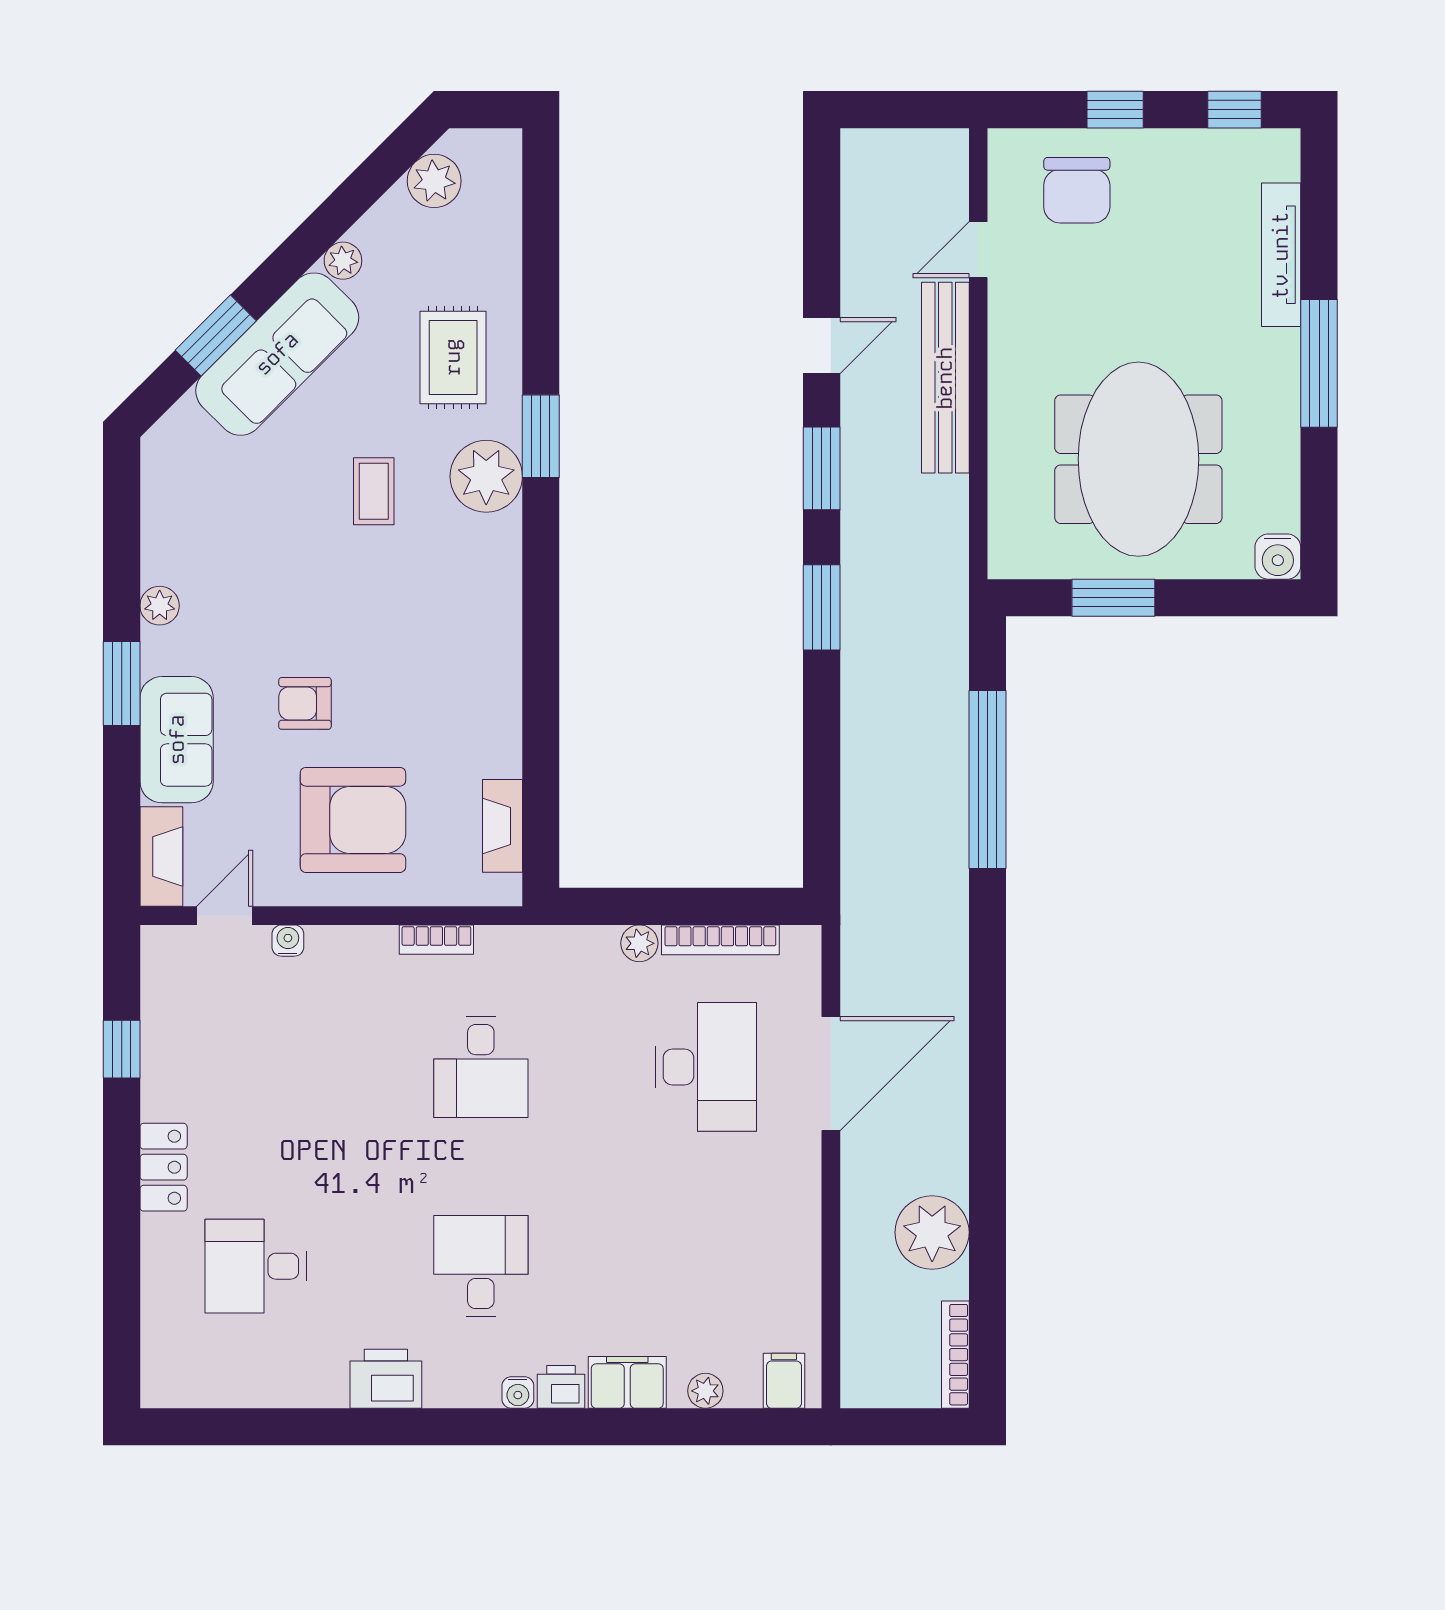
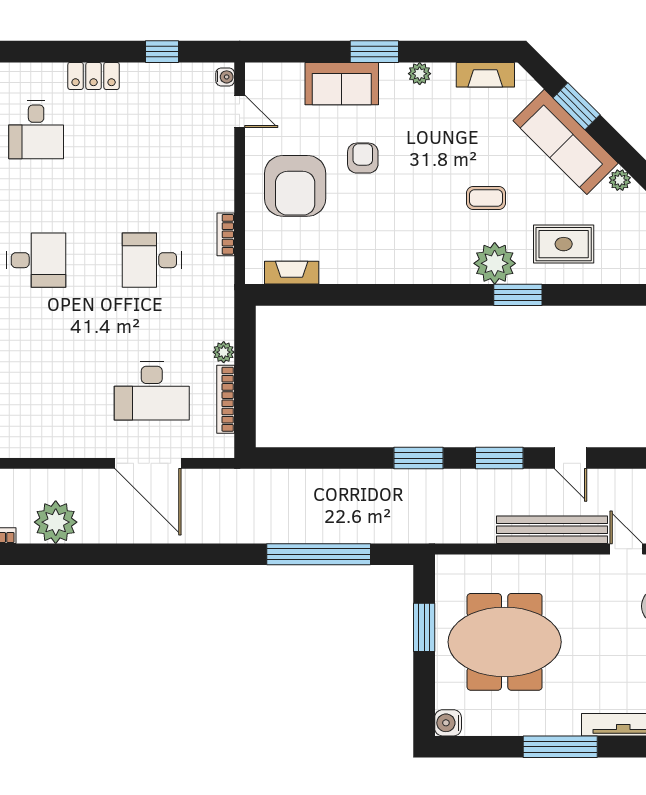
fireplace: (161, 856) -> (485, 75), moved
water cooler: (288, 941) -> (225, 77), moved
desk: (256, 1266) -> (36, 130), turned 180

